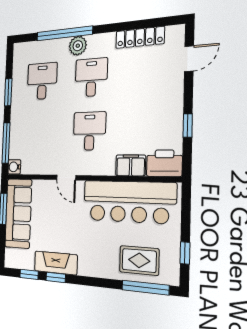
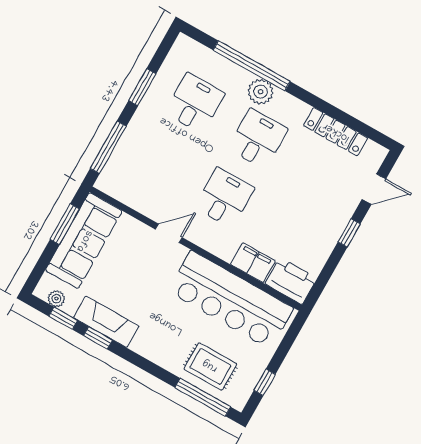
window: (188, 126) -> (349, 233), moved
water cooler: (14, 167) -> (106, 183), removed
door: (66, 178) -> (169, 233), swing flipped
plant: (19, 263) -> (56, 299), added

